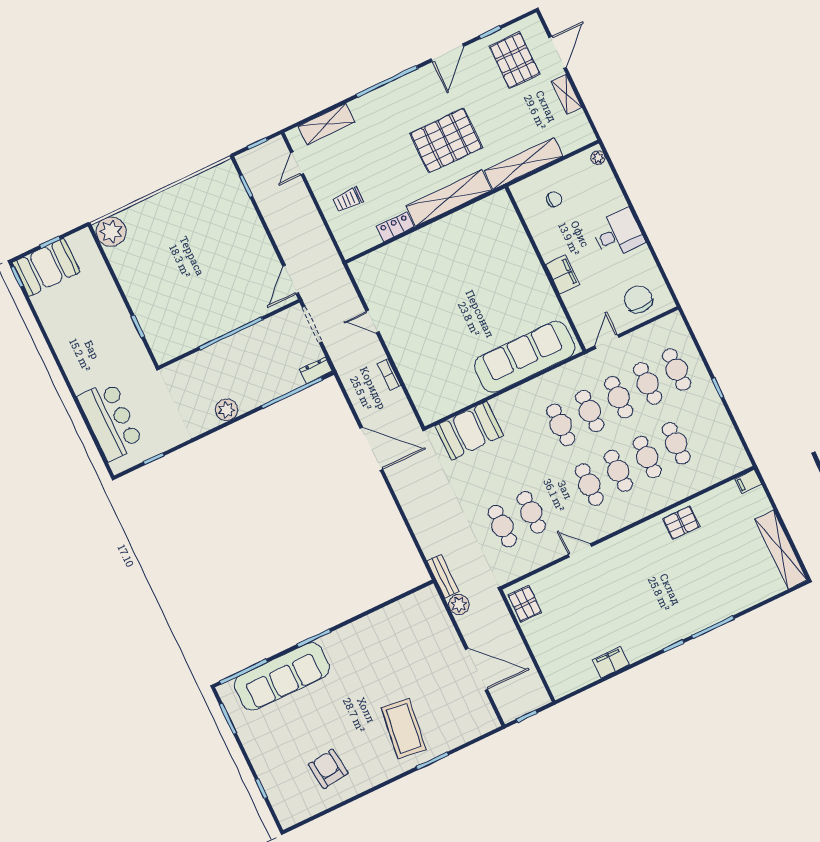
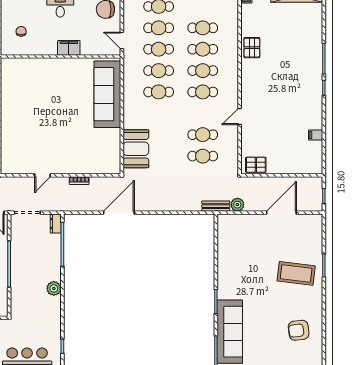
filing cabinet: (611, 662) -> (316, 135), width x0.50

